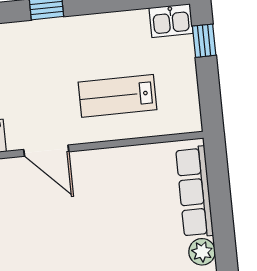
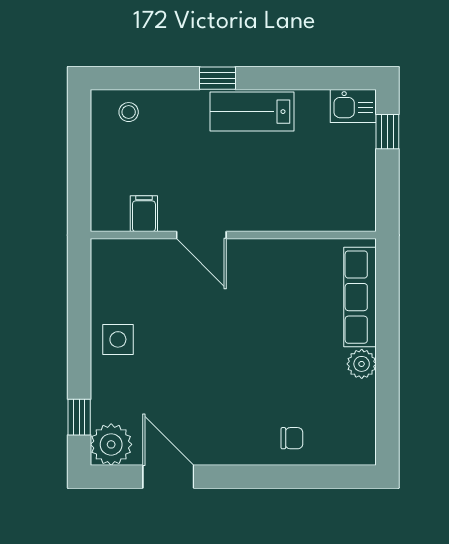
lab bench: (118, 96) -> (252, 112), moved

